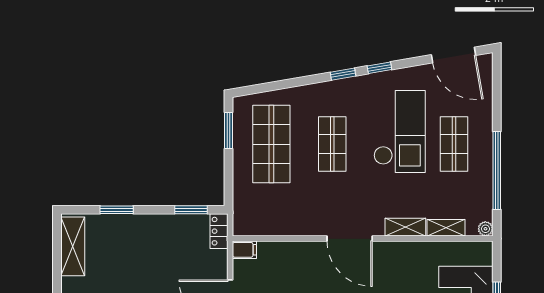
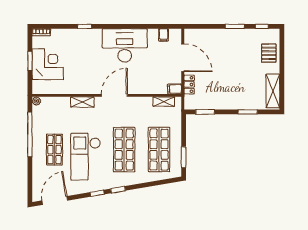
door: (453, 55) -> (55, 201), hinge flipped
shop shelf: (332, 144) -> (124, 150), width x1.43, depth x1.36
shelving: (446, 228) -> (164, 102), moved
locker: (219, 231) -> (189, 84), moved
door: (350, 239) -> (114, 95), hinge flipped

